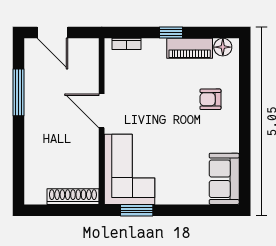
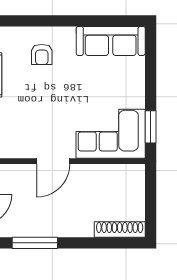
sofa: (224, 179) -> (111, 41), width x1.36
shoe rack: (73, 197) -> (120, 230), moved, turned 90

